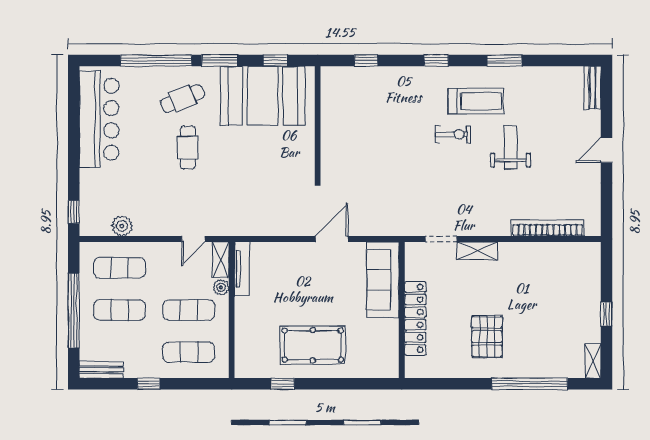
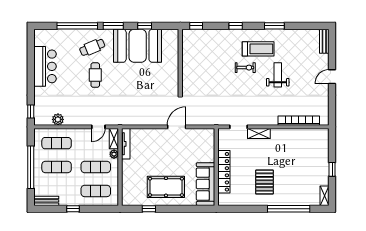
bar counter: (99, 119) -> (45, 66), width x0.73
wall: (318, 123) -> (180, 61), moved
sofa: (383, 280) -> (206, 184), moved

